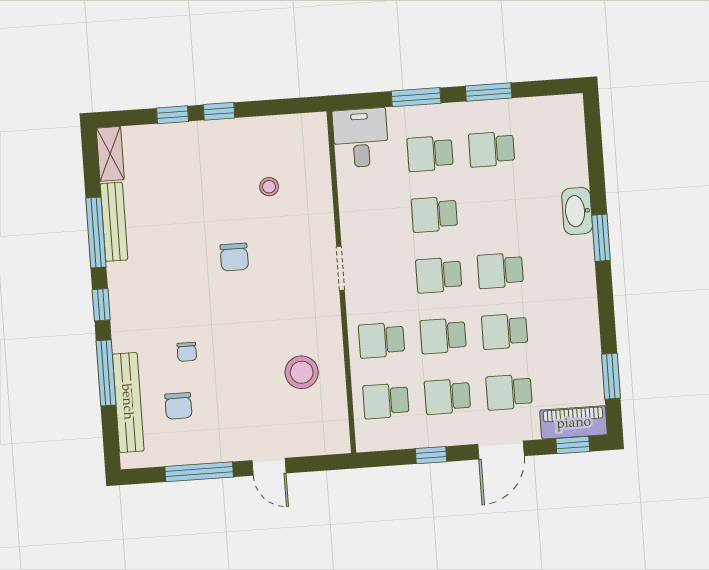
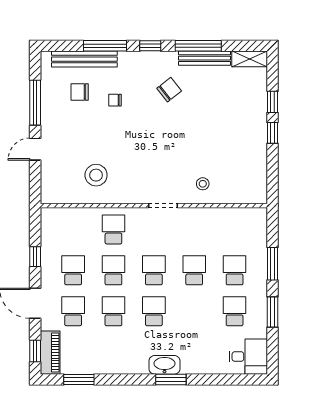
desk: (361, 138) -> (248, 357), moved
stool: (269, 187) -> (203, 184), moved
washbasin: (577, 211) -> (164, 365), moved
chair: (234, 257) -> (169, 90), moved, turned 142
school desk: (386, 401) -> (73, 229), removed

